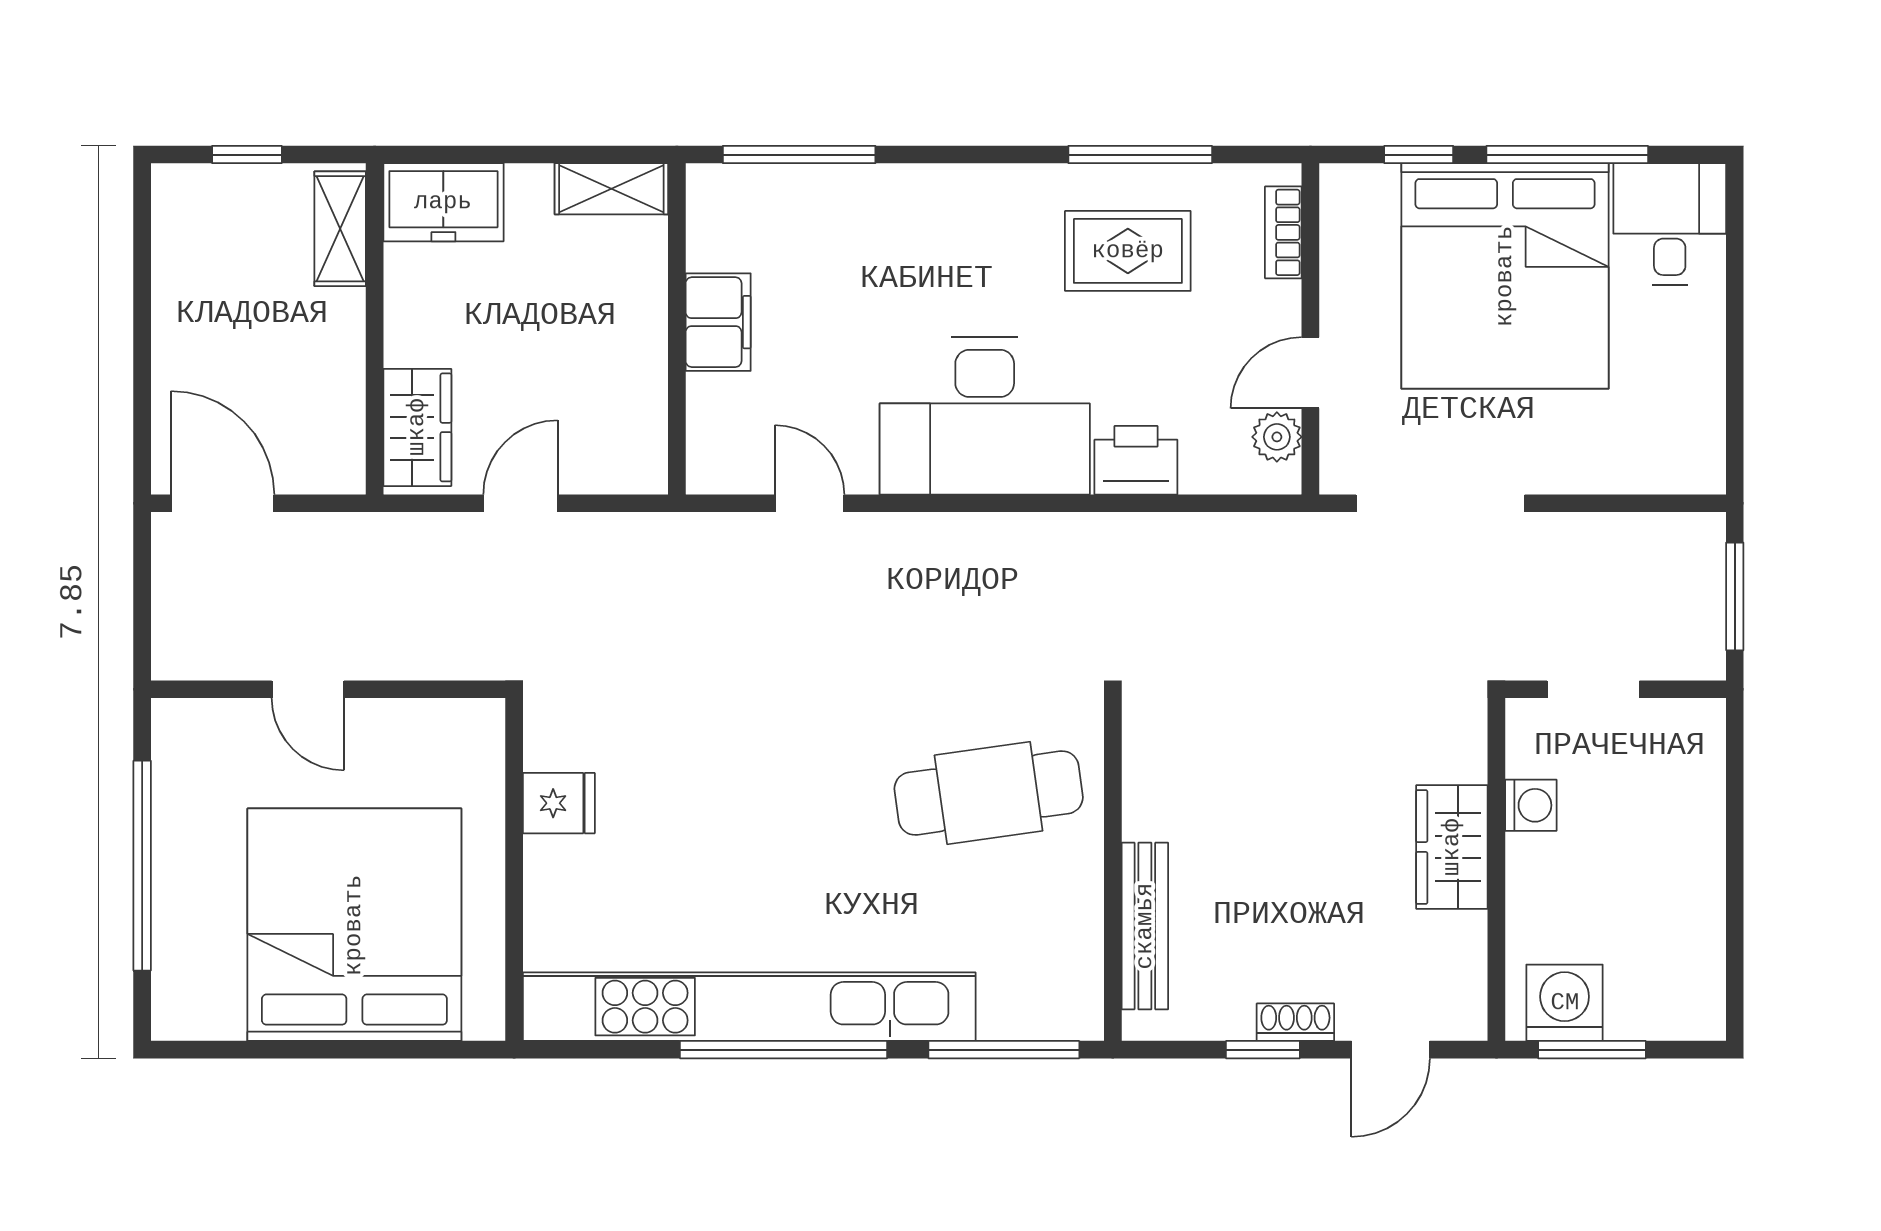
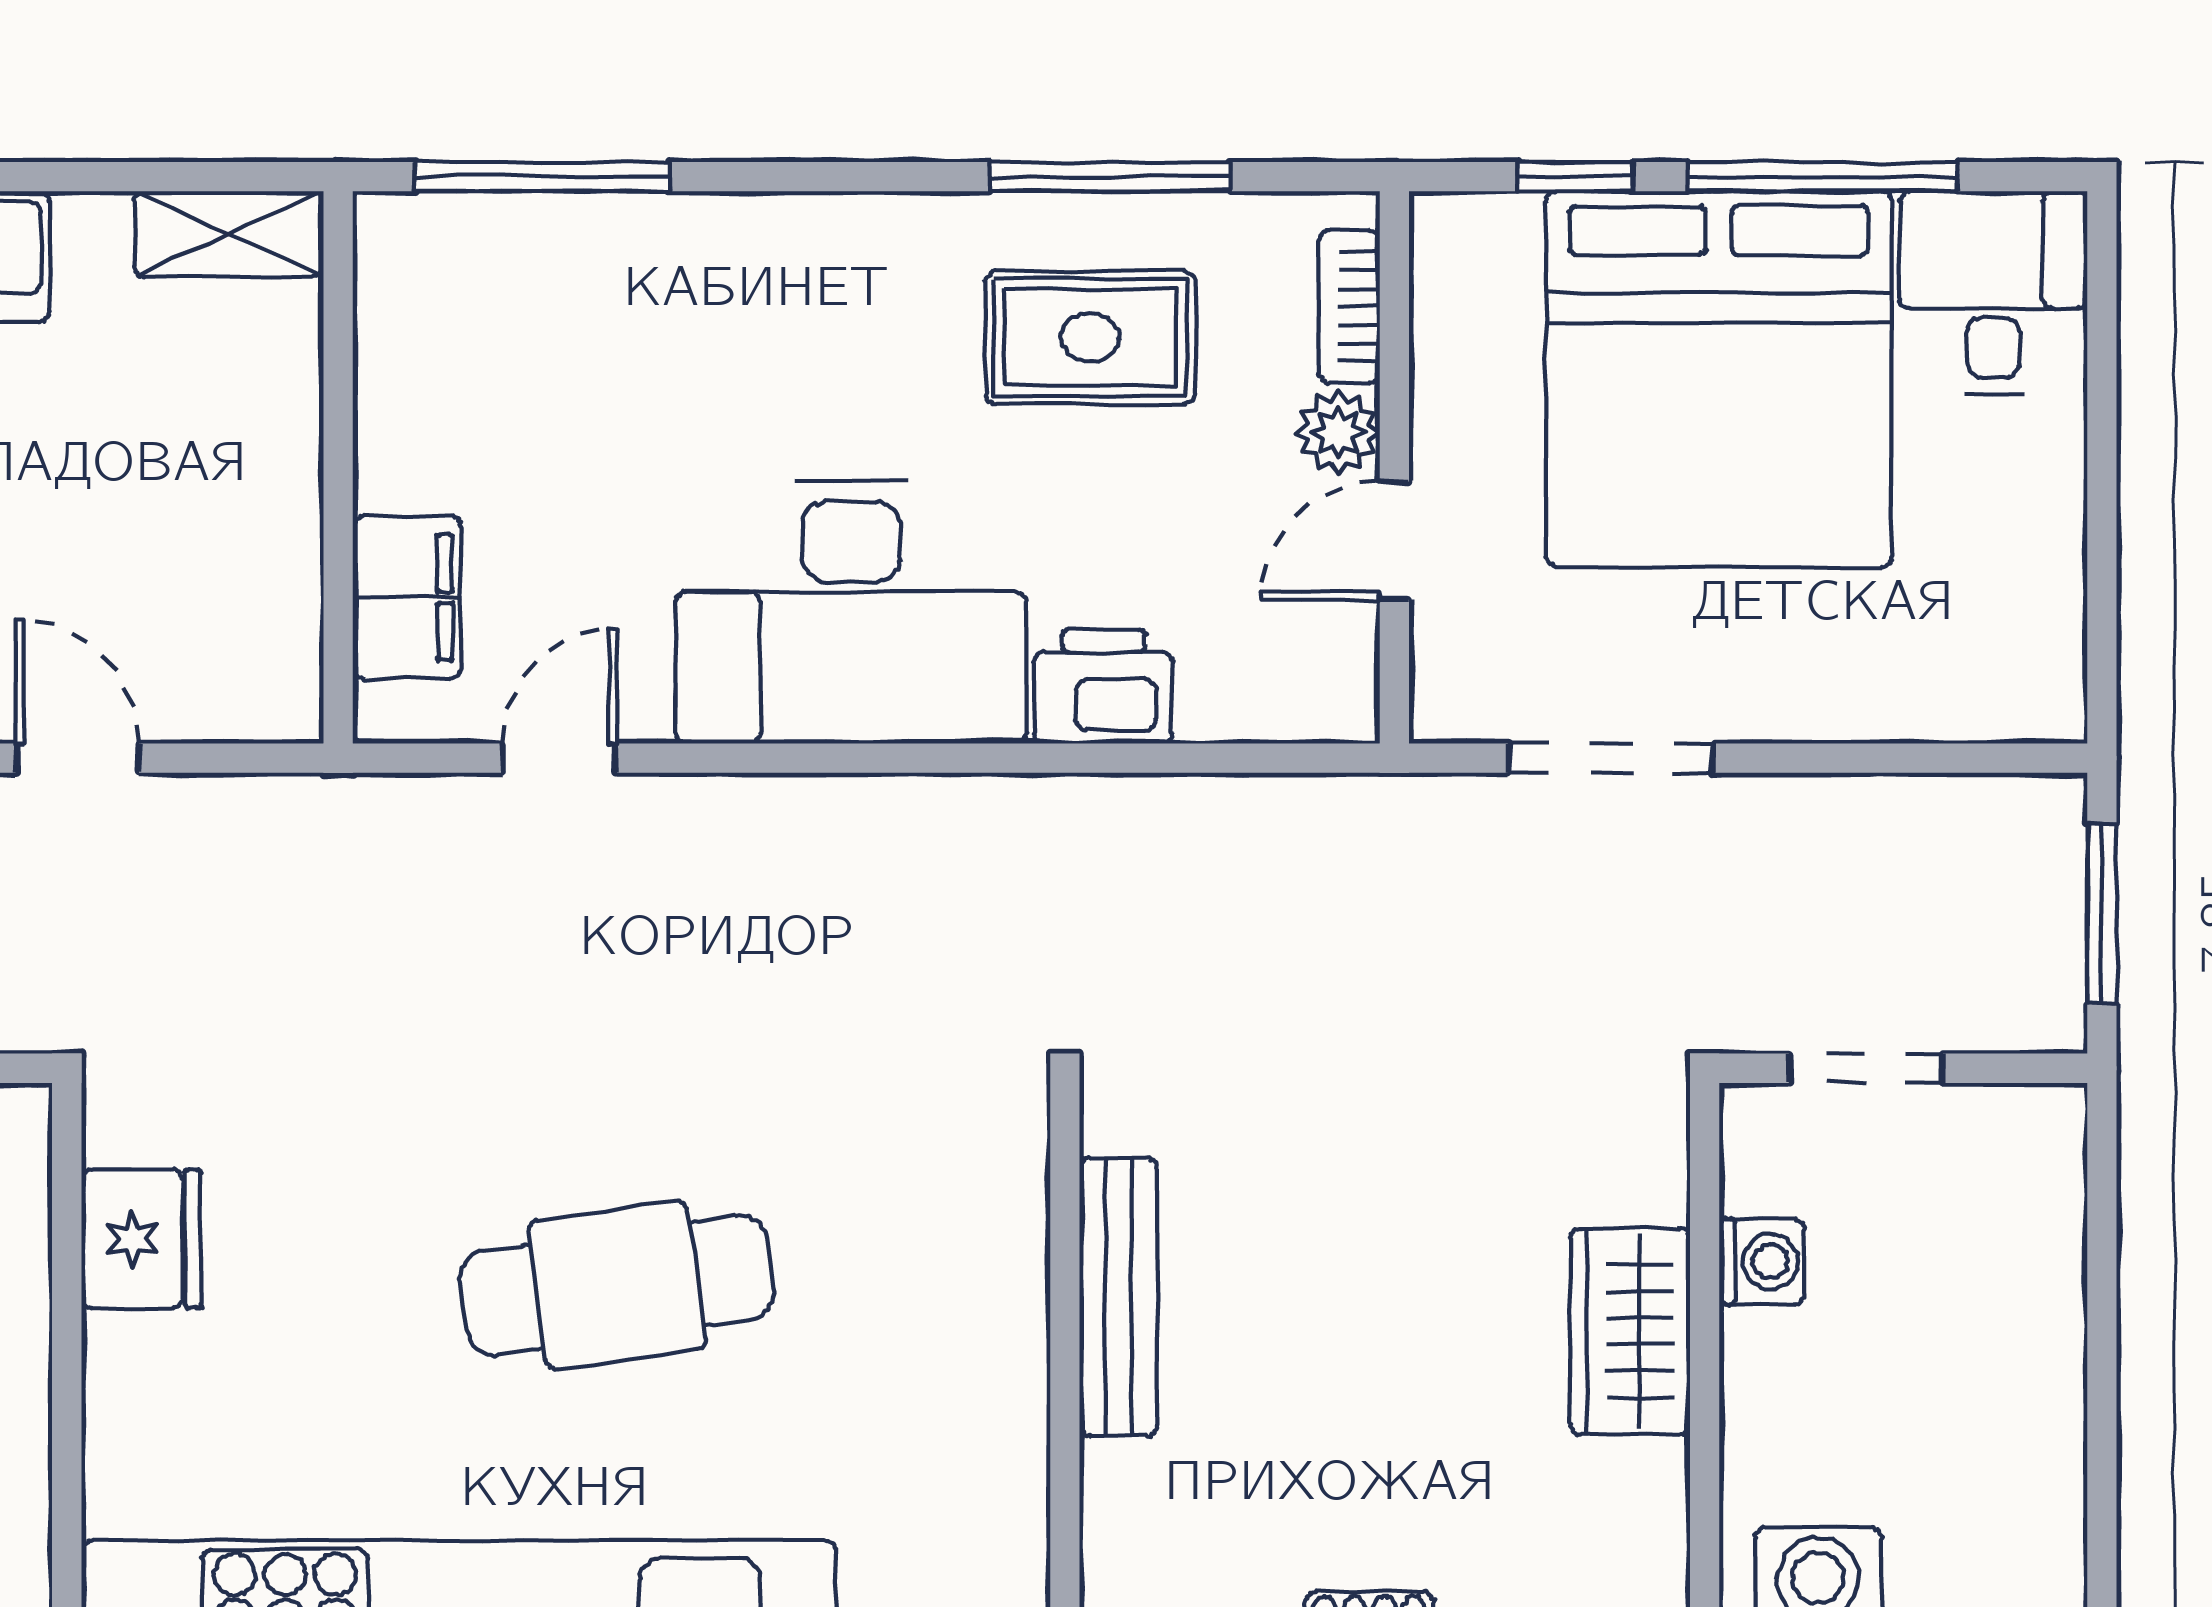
filing cabinet: (718, 322) -> (407, 597), moved
plant: (1277, 437) -> (1338, 432), moved
door: (520, 503) -> (77, 758), hinge flipped
door: (810, 503) -> (559, 758), hinge flipped
doorway: (1440, 503) -> (1611, 758), width x0.73
cafe table: (989, 793) -> (617, 1285), moved
fridge: (559, 803) -> (141, 1239), width x1.38
bench: (1145, 926) -> (1118, 1297), moved

